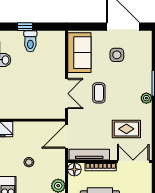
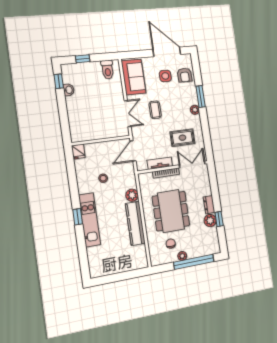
toilet: (30, 41) -> (107, 70), moved
armchair: (140, 56) -> (185, 75), added
tv unit: (89, 155) -> (160, 163), width x0.71
floor lamp: (74, 169) -> (144, 179), removed

